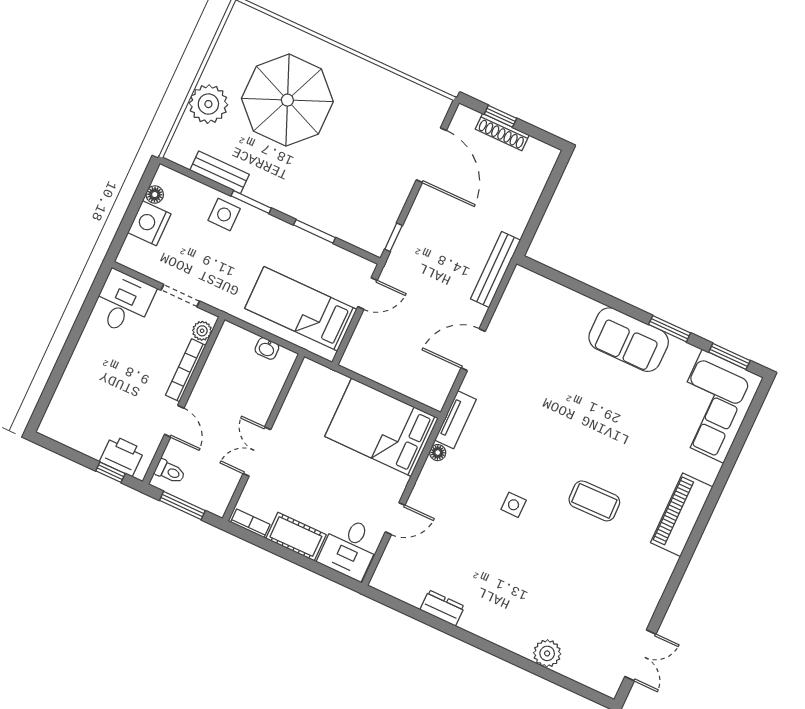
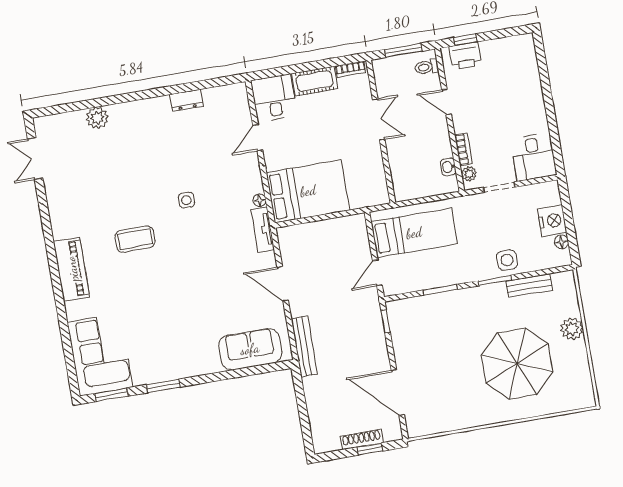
plant: (208, 104) -> (572, 329), width x0.73, depth x0.73
sofa: (629, 340) -> (250, 349), moved
washbasin: (267, 348) -> (448, 167), moved, turned -90
door: (473, 350) -> (283, 284), swing flipped
bookcase: (186, 370) -> (463, 149), width x0.64

